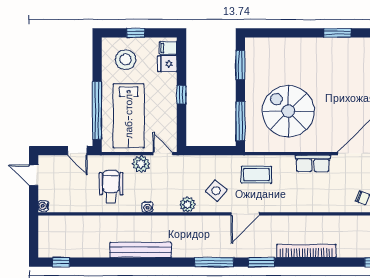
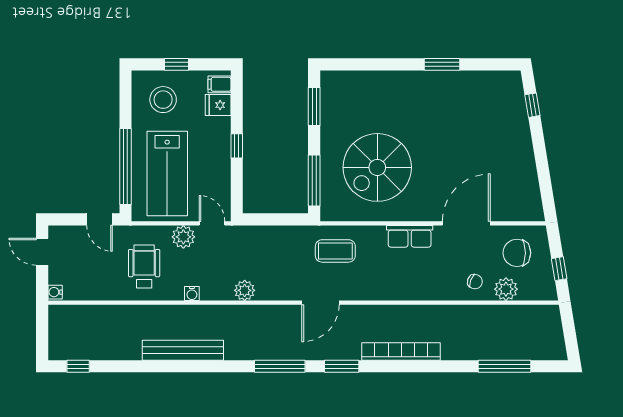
spiral stairs: (288, 111) -> (377, 167), turned -90
side table: (216, 191) -> (282, 272), removed

